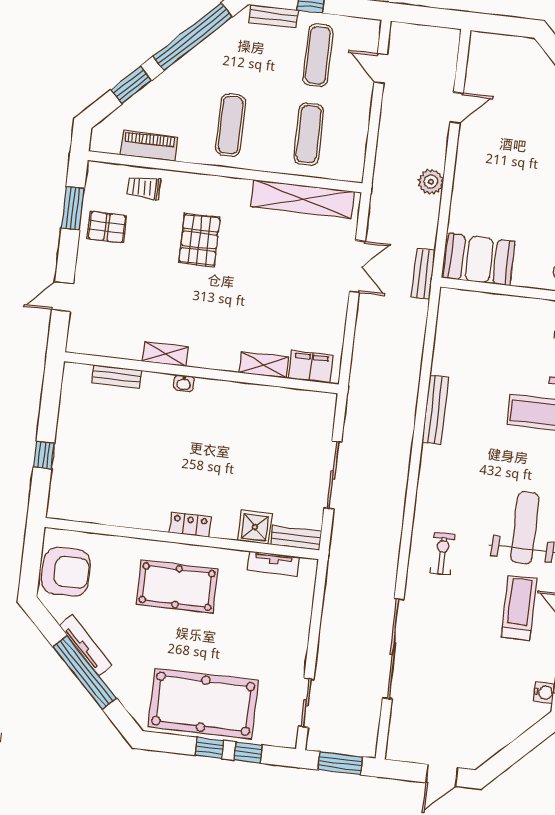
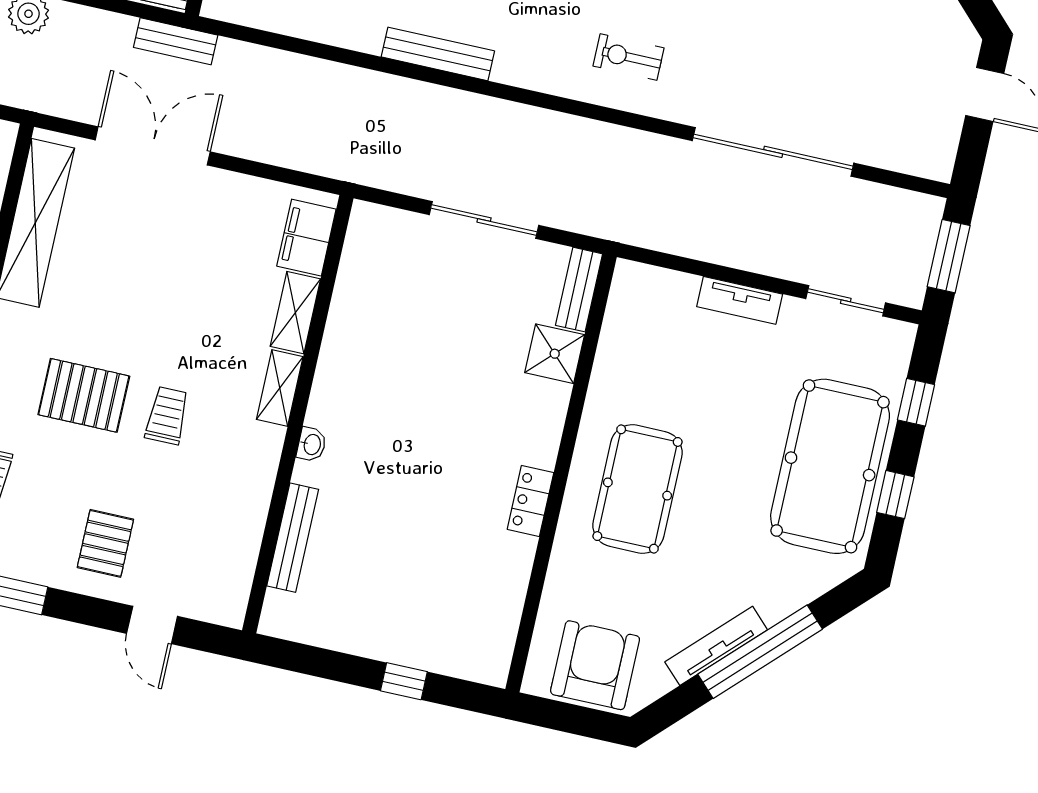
pallet: (107, 227) -> (105, 543), moved
double door: (357, 266) -> (153, 146), width x1.37
trolley: (192, 292) -> (167, 416), added
shelving: (165, 354) -> (280, 388), moved
bench: (117, 377) -> (293, 538), width x1.36
bench: (435, 410) -> (438, 54), moved
locker: (190, 525) -> (530, 501), moved
tv unit: (273, 563) -> (740, 300), moved, turned 90
window: (209, 748) -> (895, 495), moved

